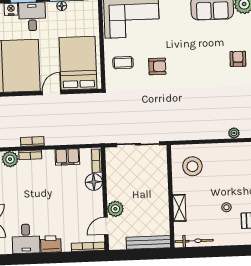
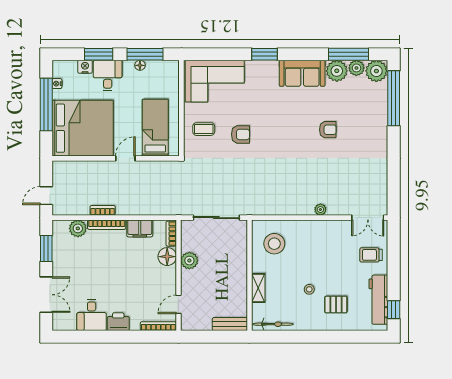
armchair: (238, 59) -> (328, 130), turned 89
bed: (78, 63) -> (155, 128), width x0.67
bookcase: (30, 155) -> (107, 225), width x1.56
plant: (115, 209) -> (189, 261), moved
bench: (148, 242) -> (230, 324), width x0.73

